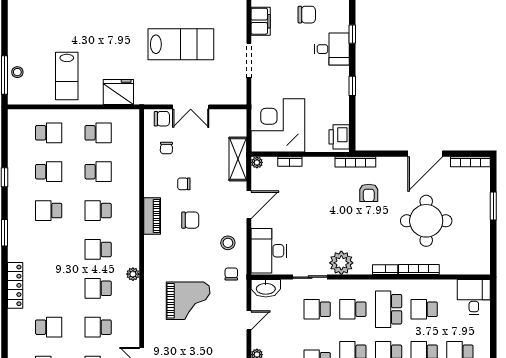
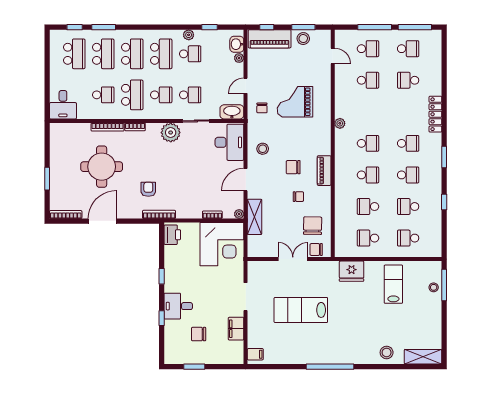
chair: (166, 148) -> (313, 226), width x1.87, depth x1.87
chair: (231, 274) -> (262, 108), moved
school desk: (98, 288) -> (408, 143), moved

